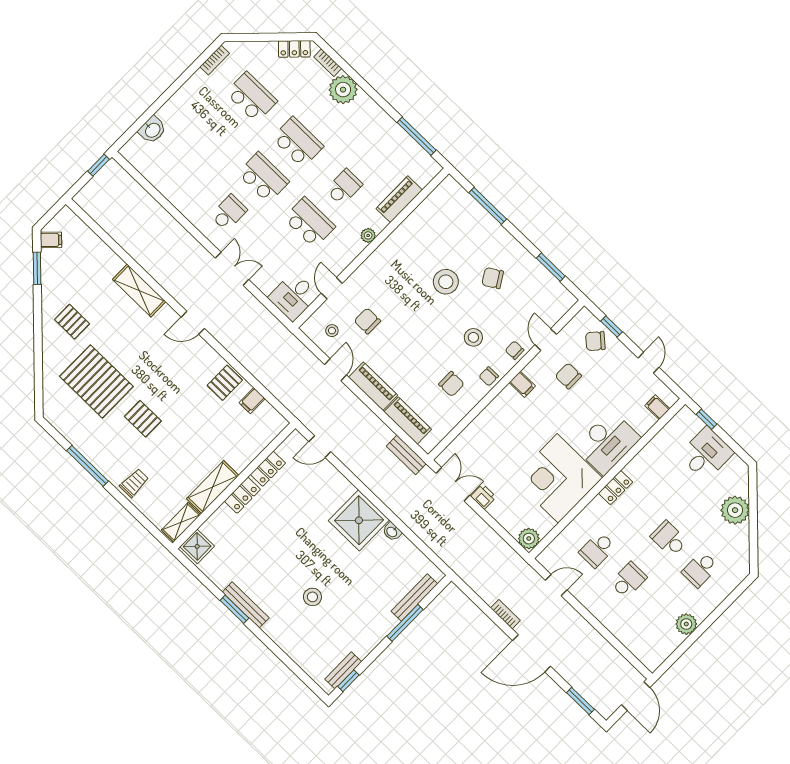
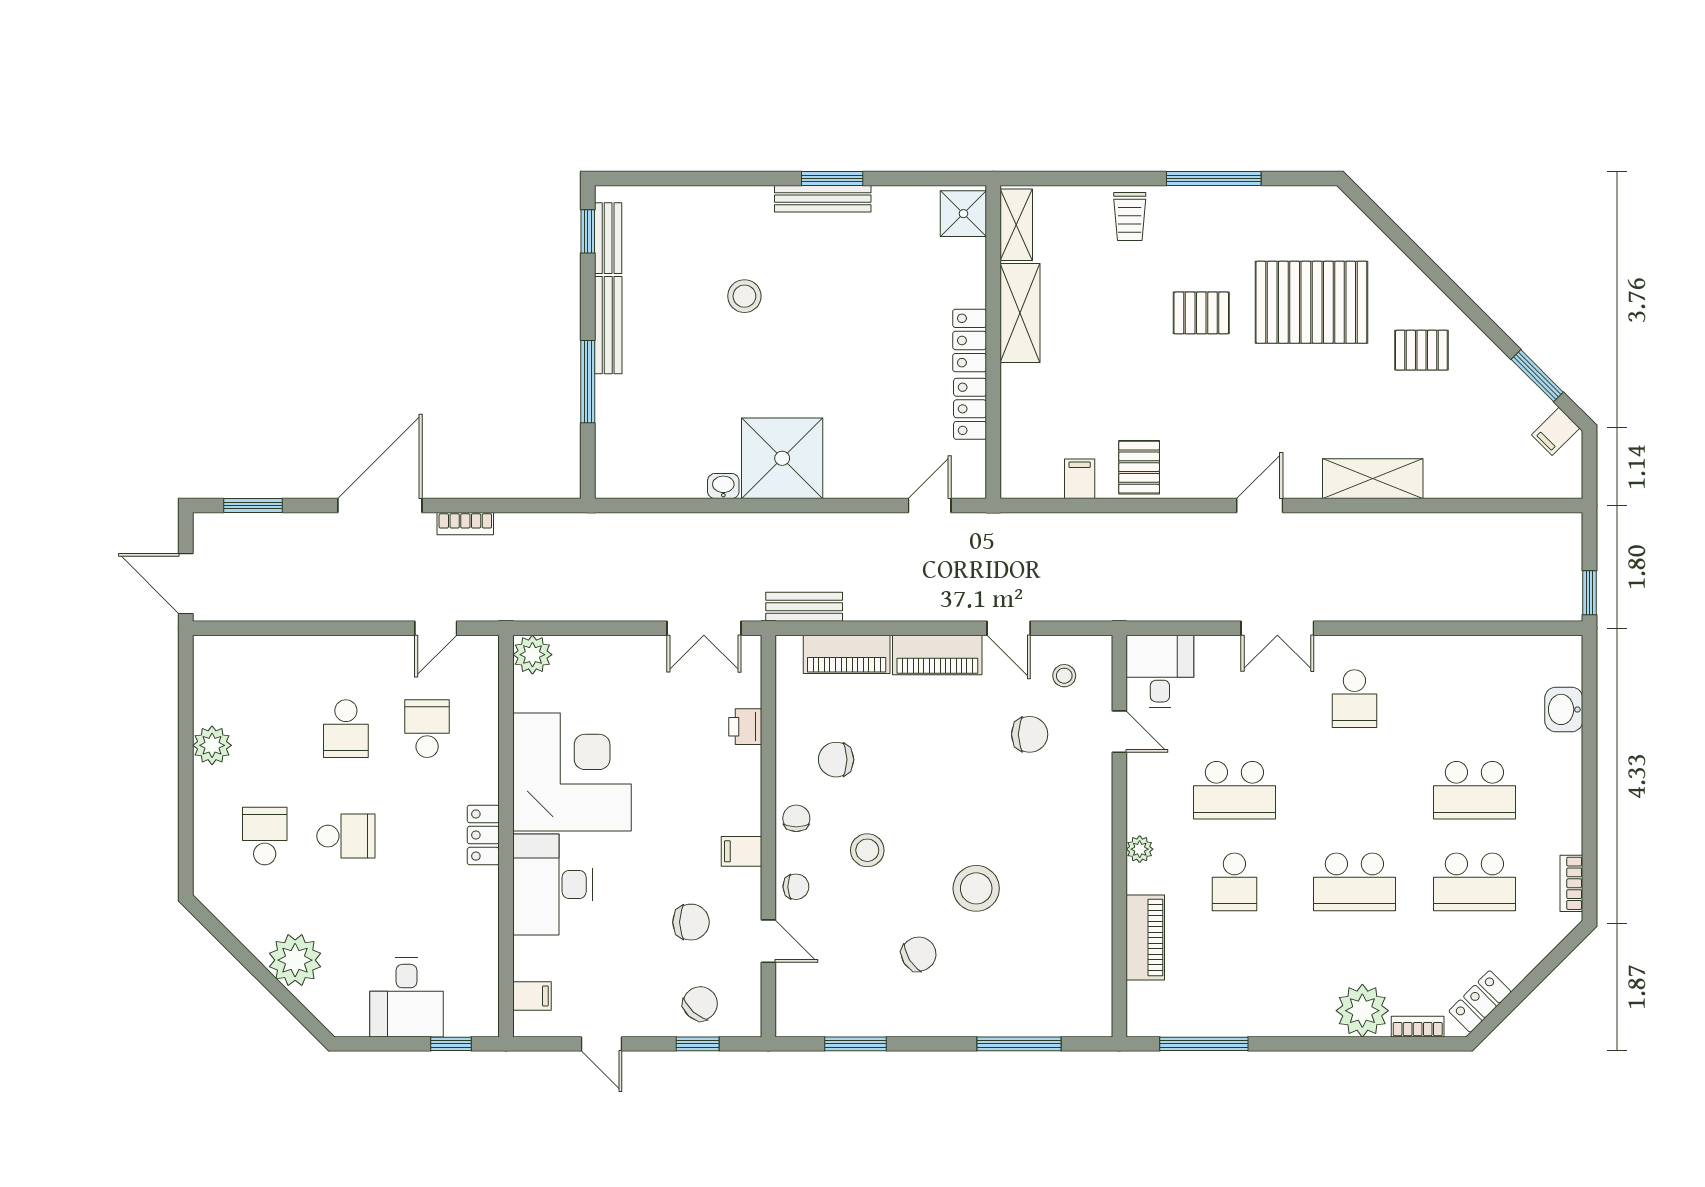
school desk: (263, 177) -> (1474, 790), moved
printer: (483, 497) -> (745, 727), moved, turned 90
bench: (414, 597) -> (608, 325), moved

